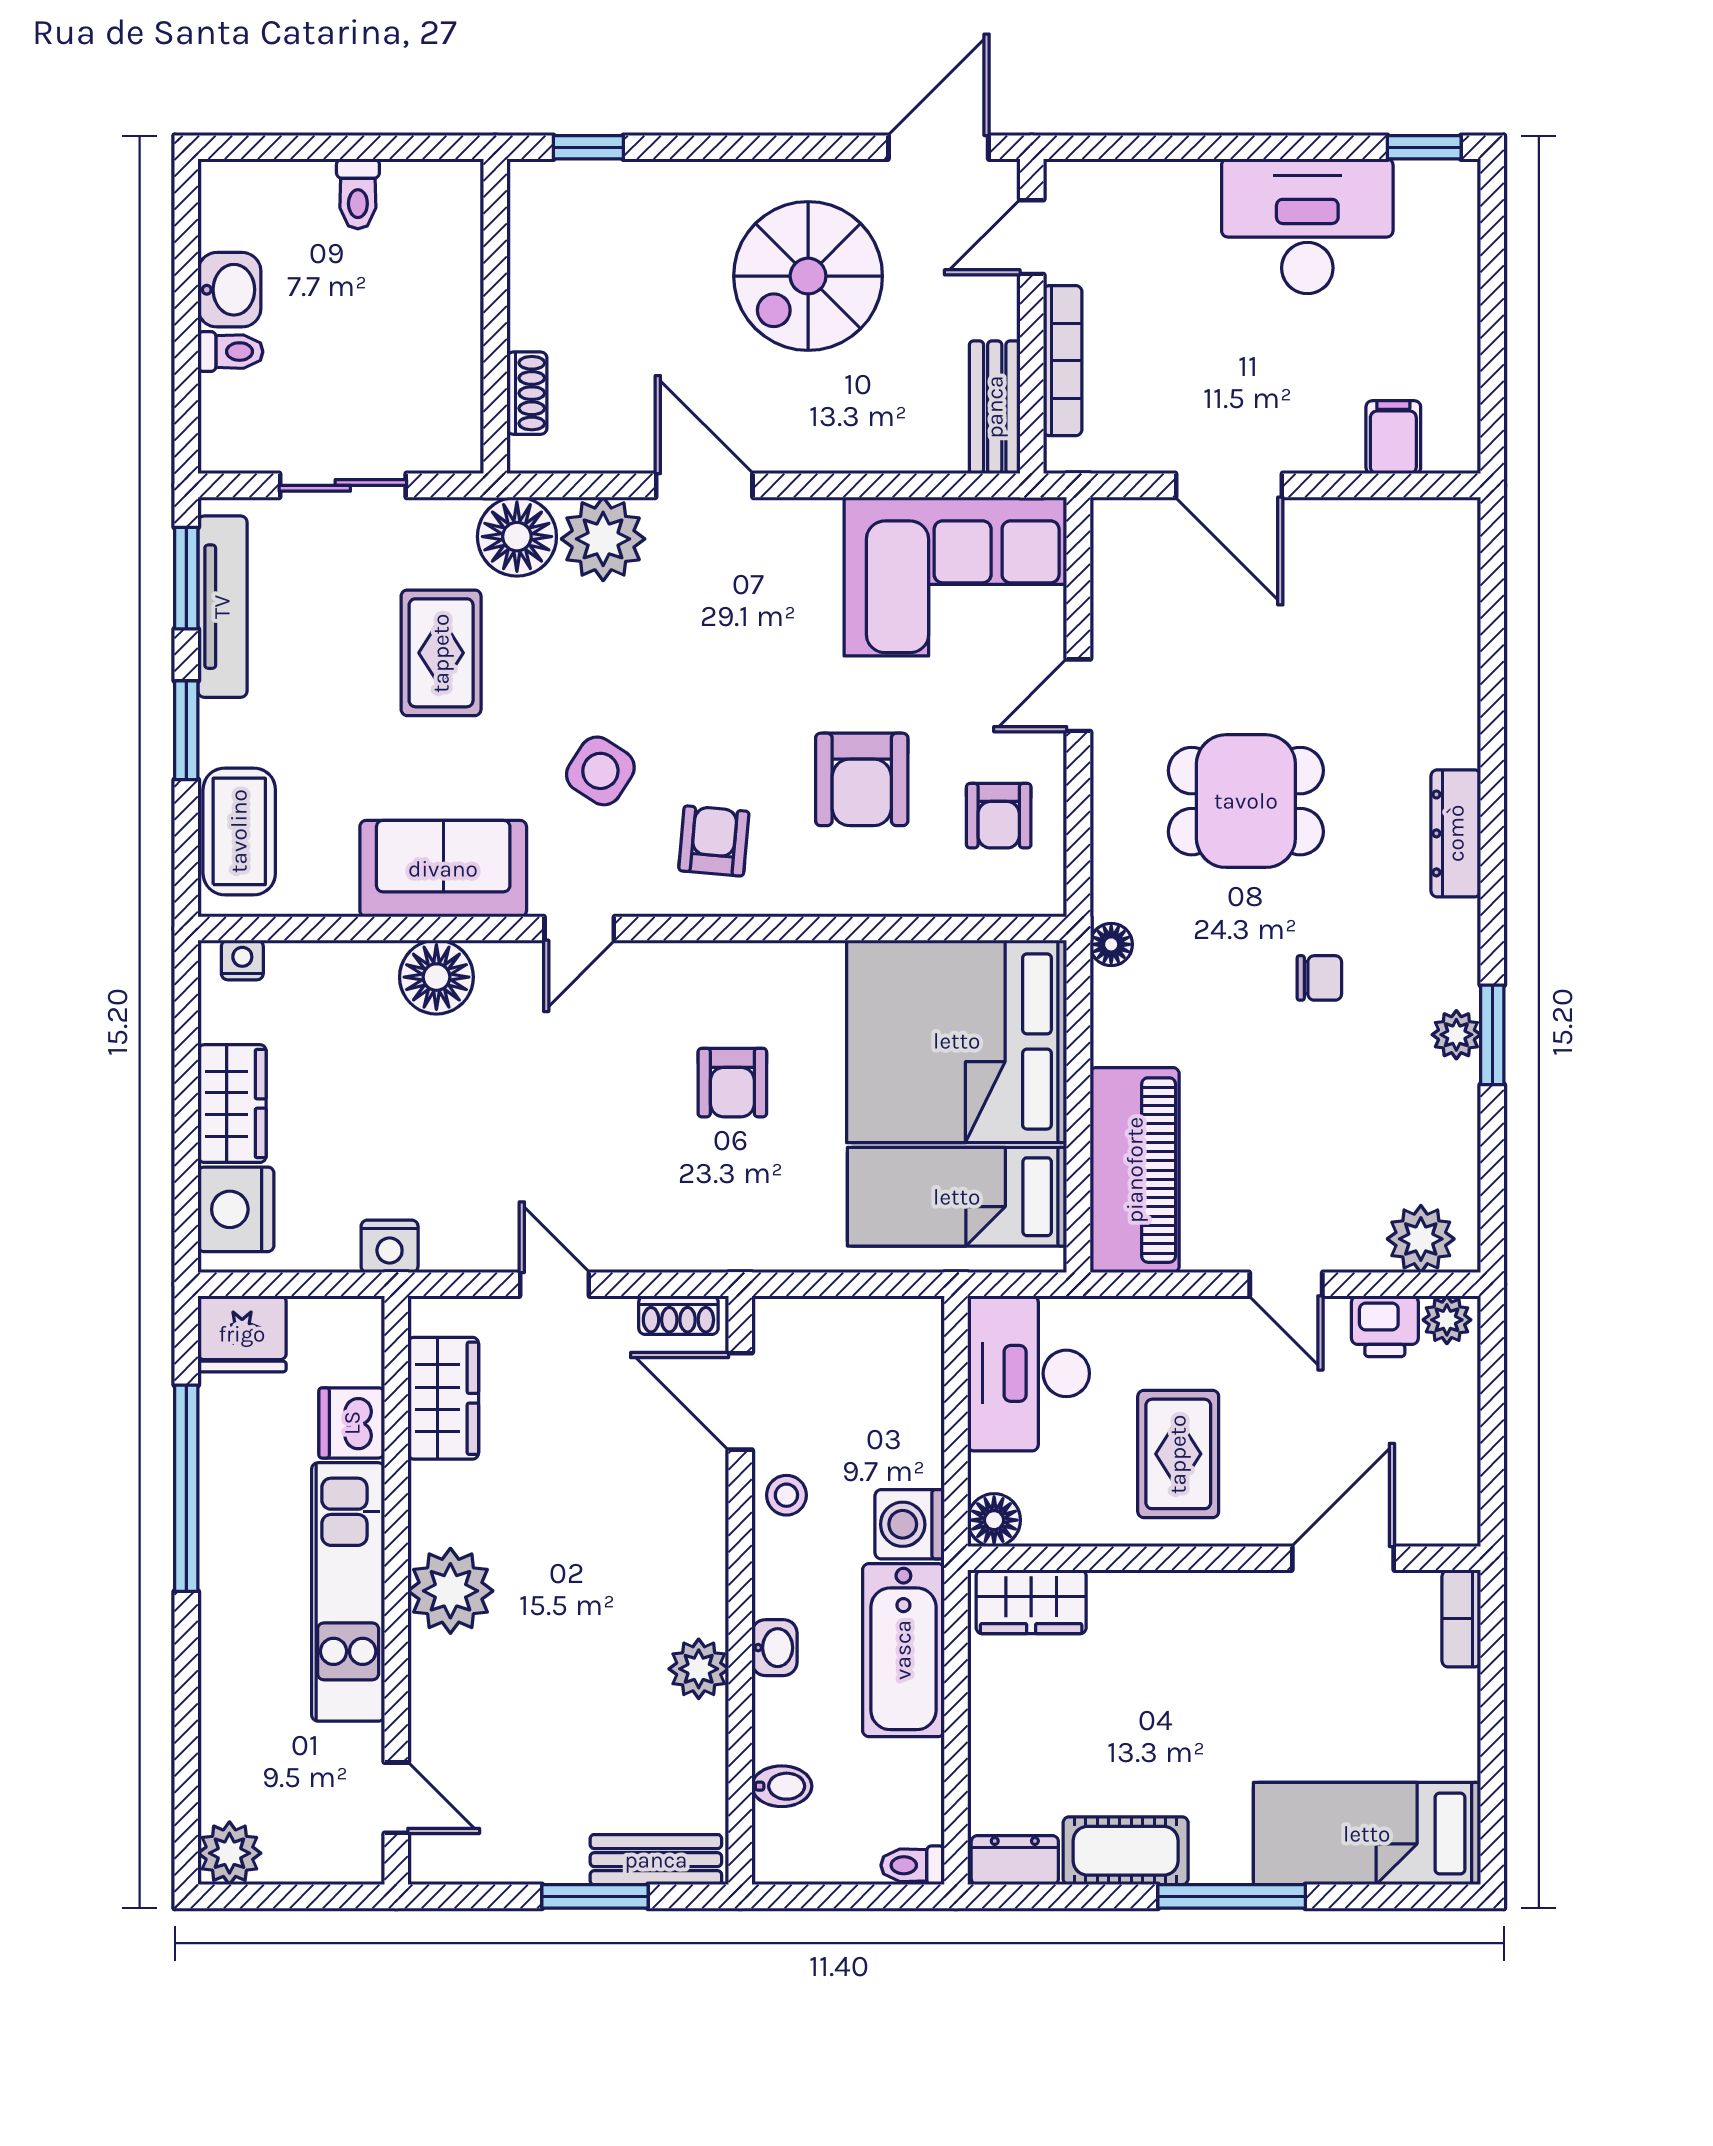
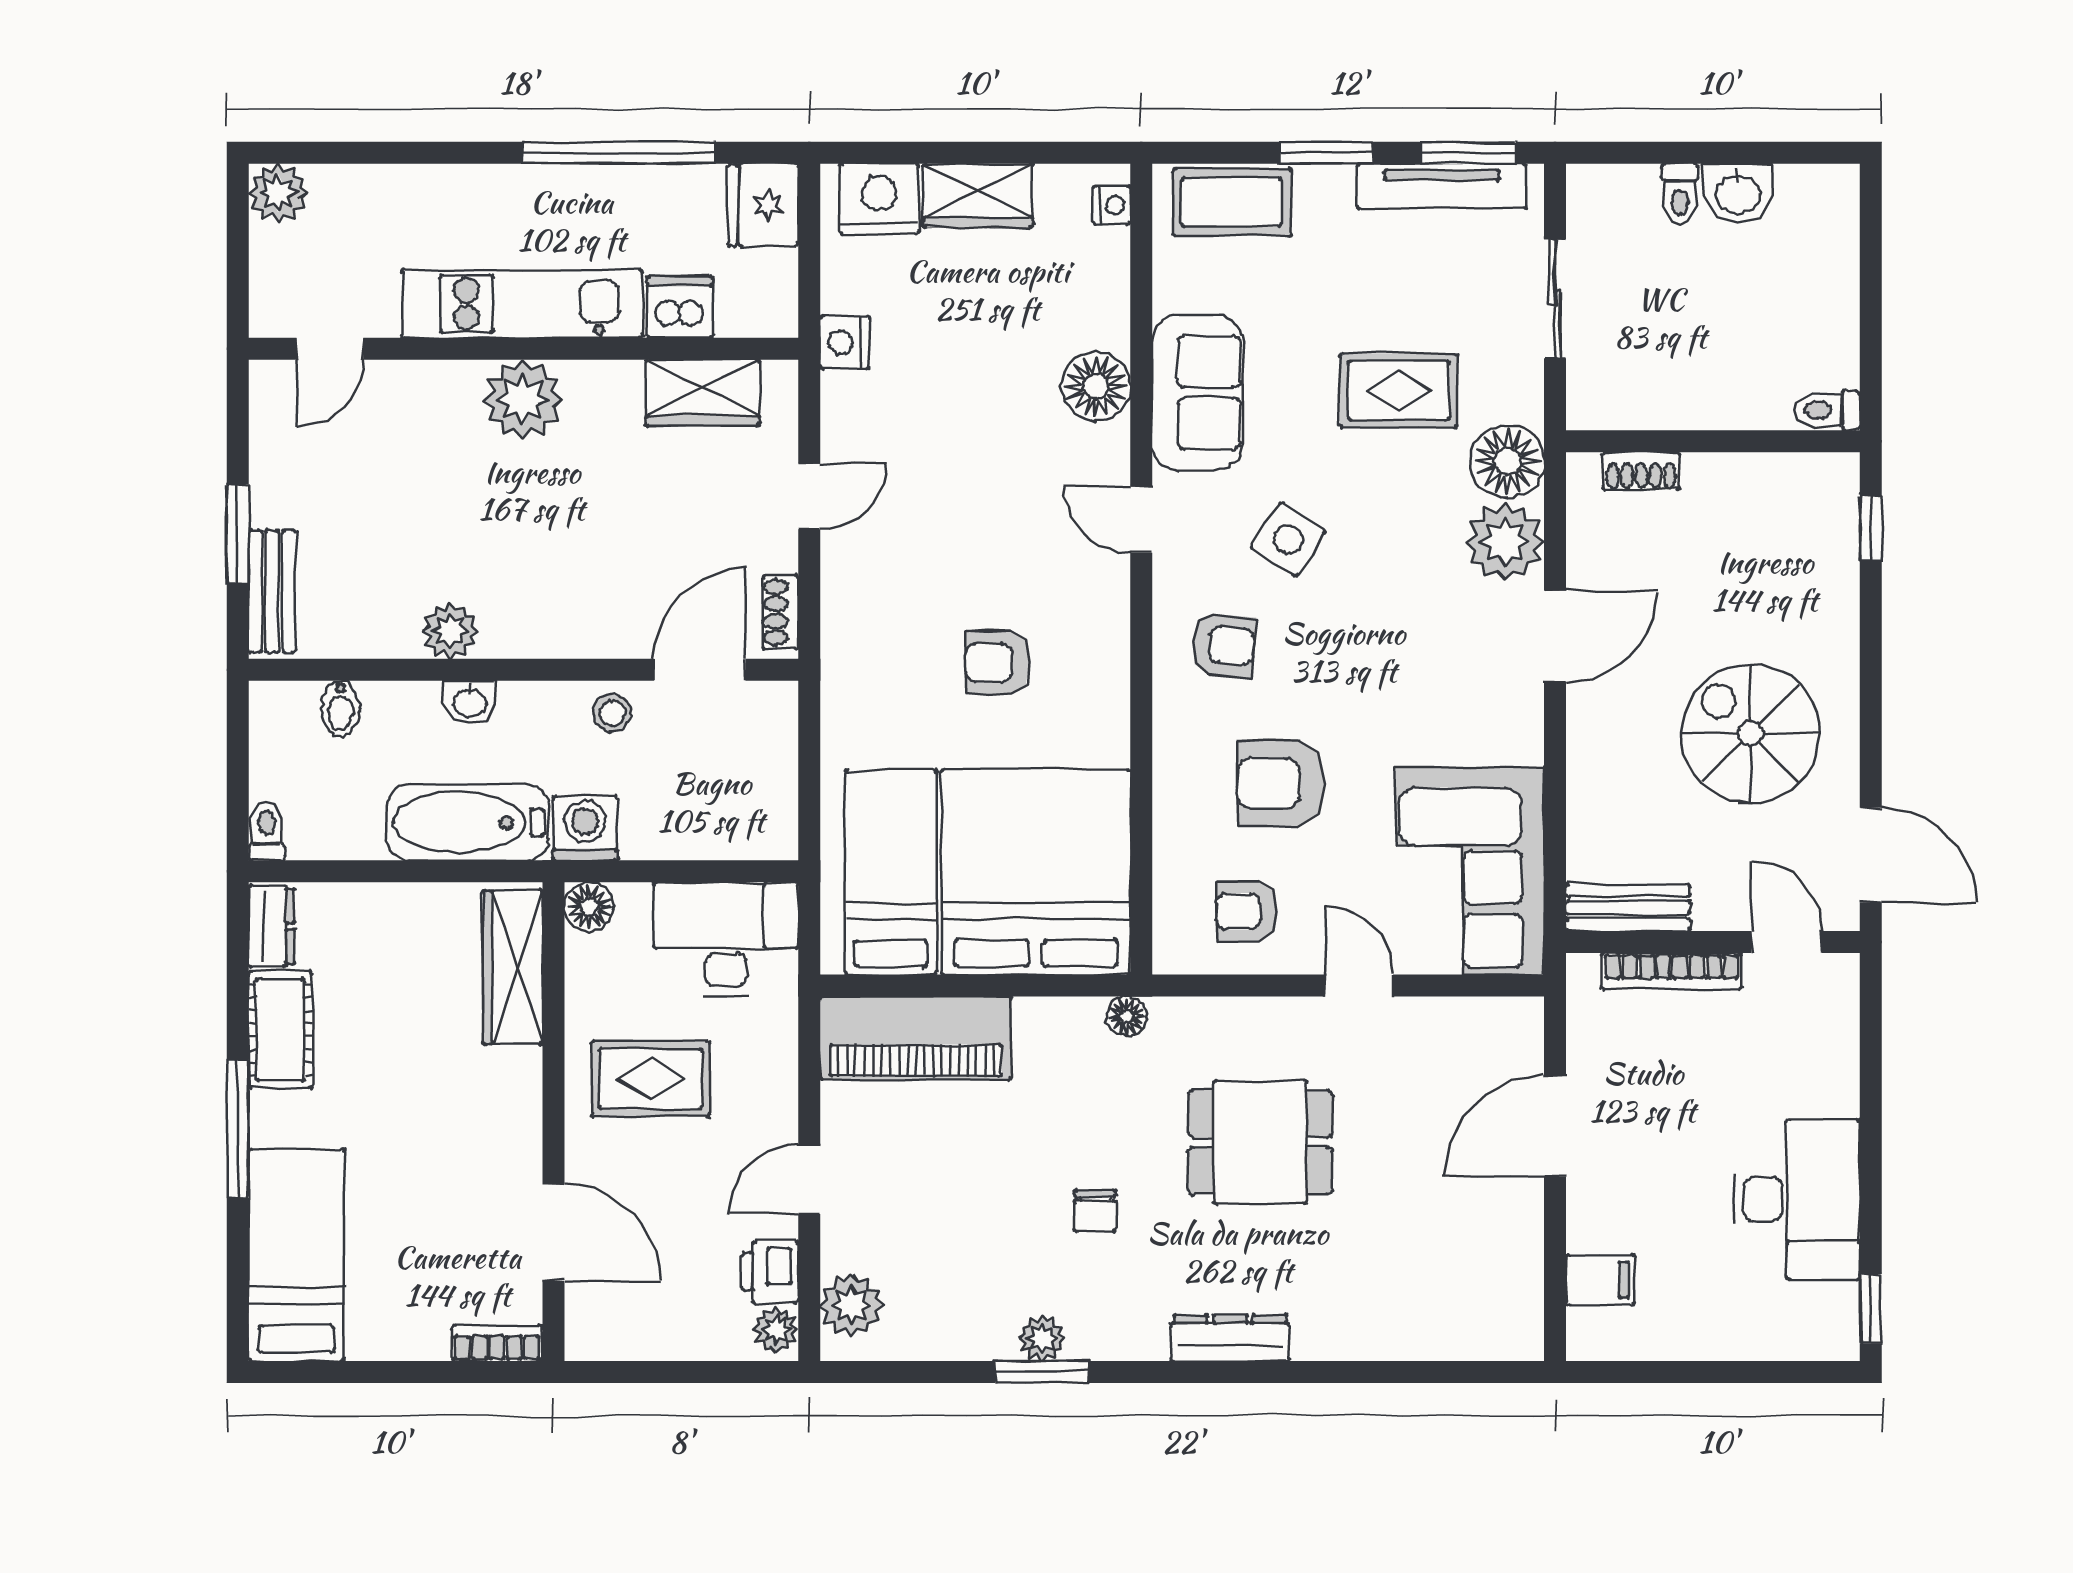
toilet: (358, 194) -> (1827, 410), moved
dining table: (1246, 801) -> (1260, 1142), turned 90
wardrobe: (1031, 1602) -> (513, 967), width x1.50

